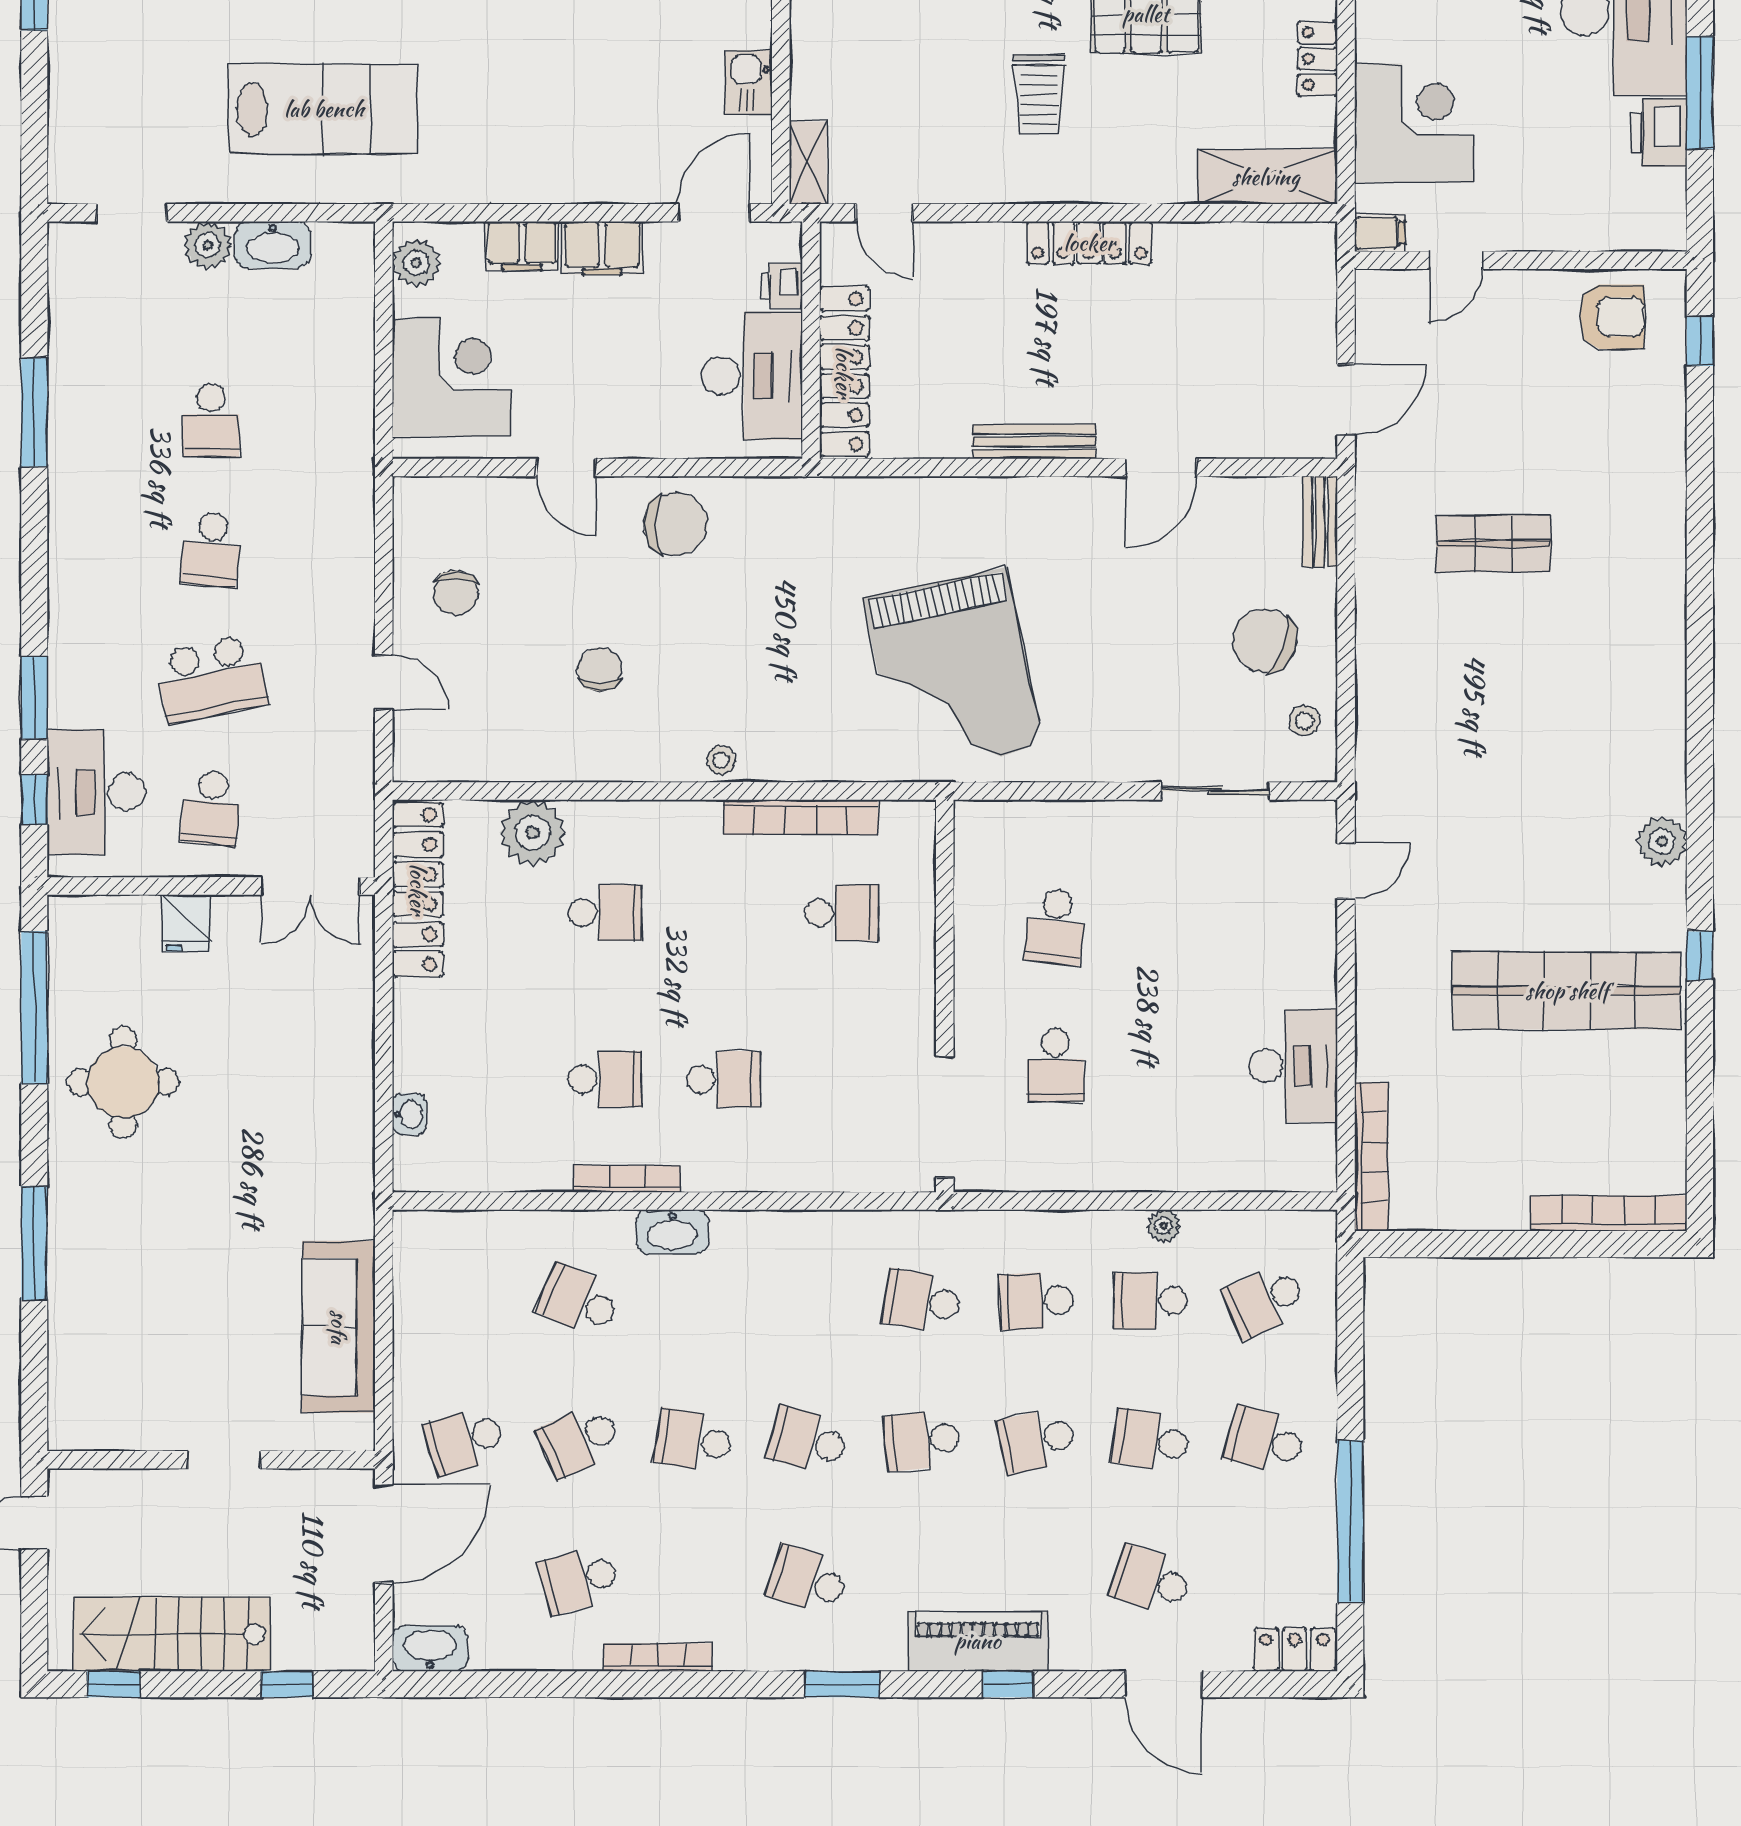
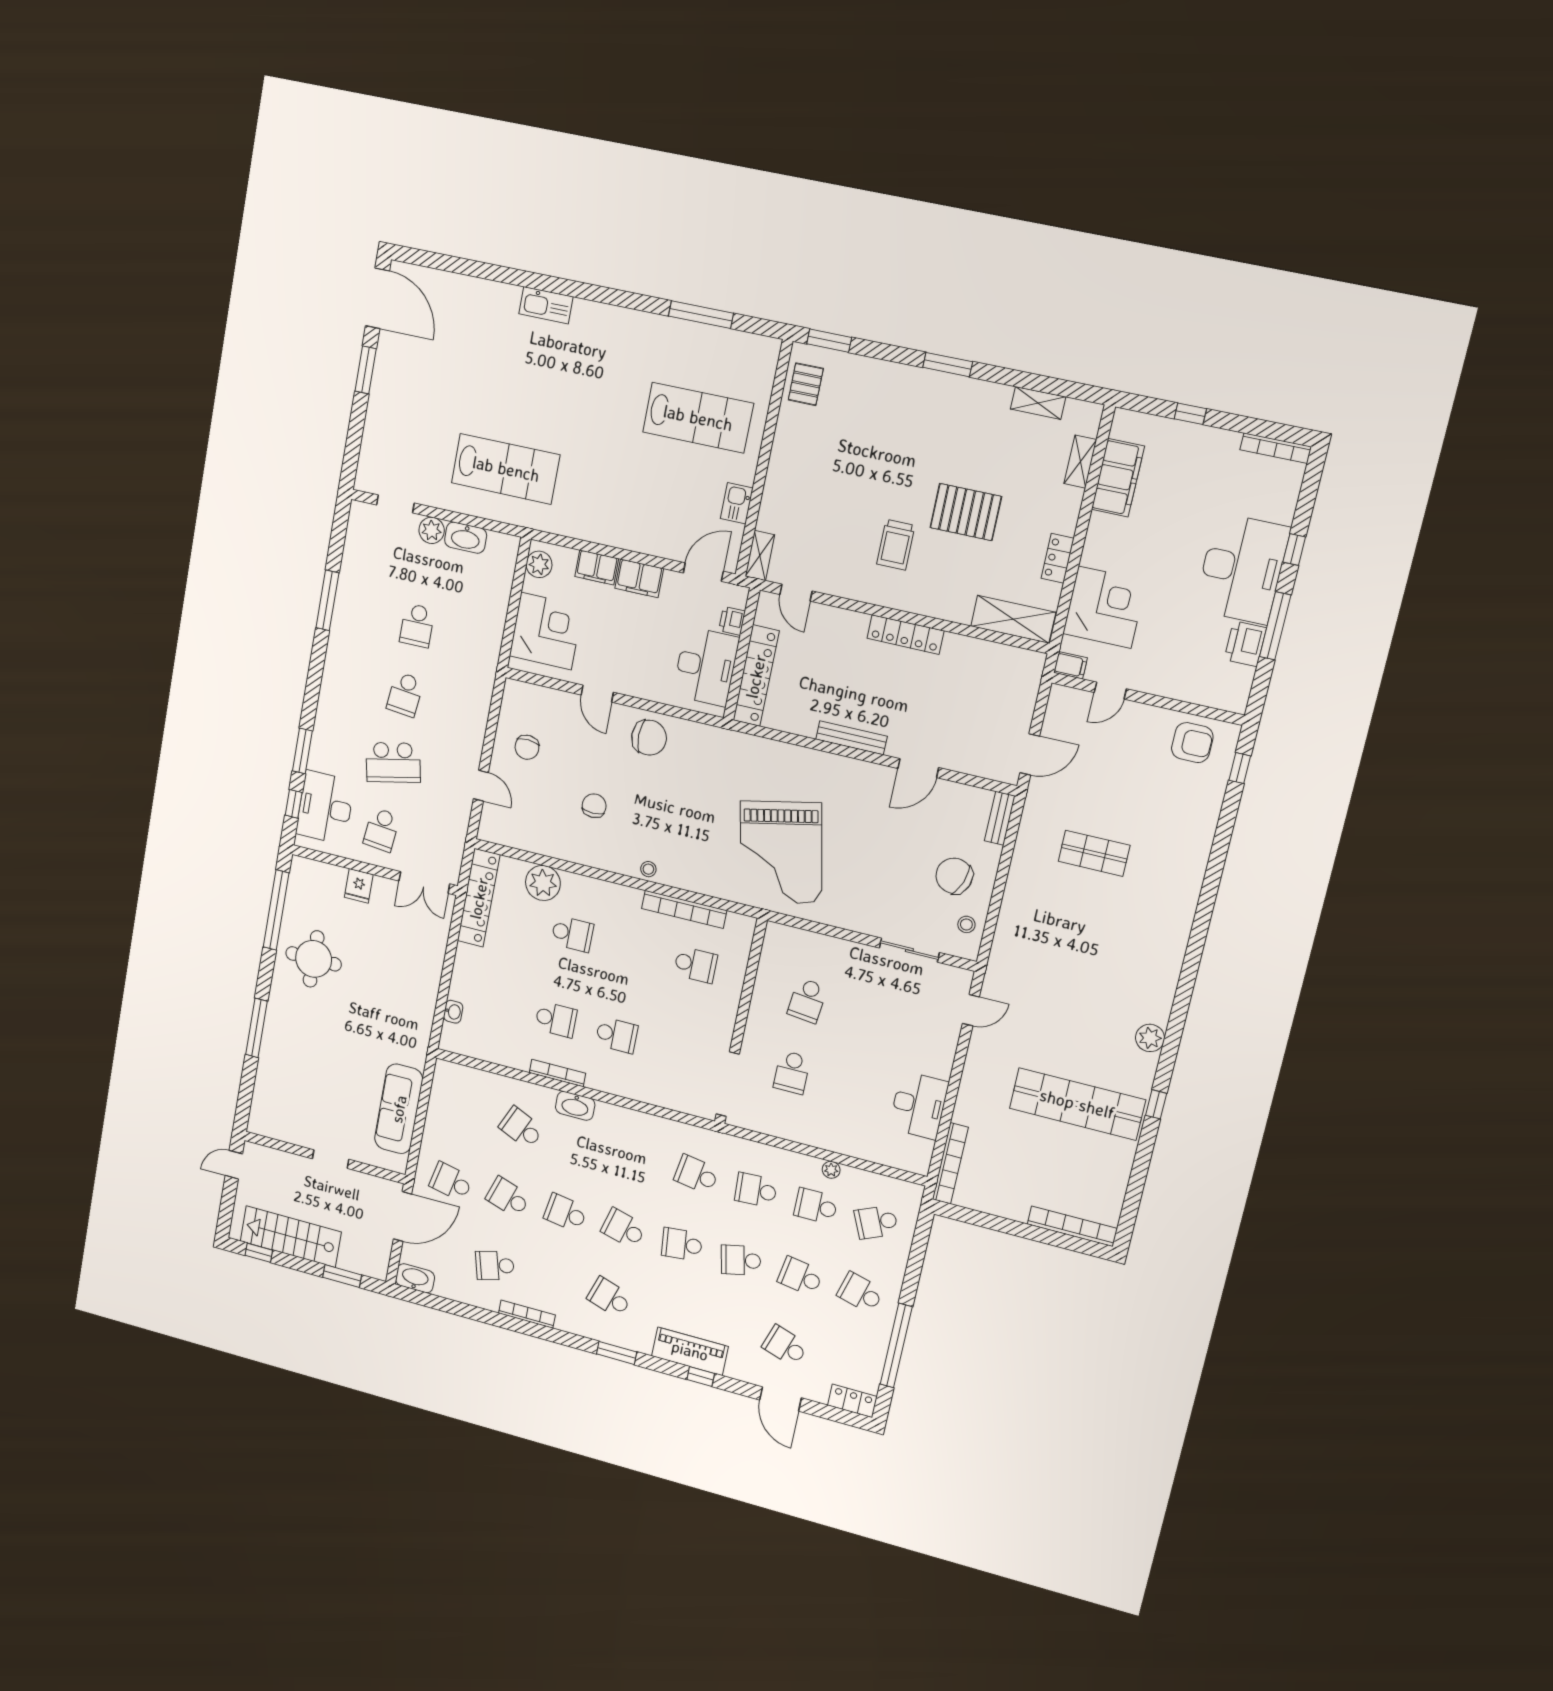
school desk: (465, 1440) -> (451, 1182), turned 30
school desk: (579, 1440) -> (508, 1197), turned 42
window: (287, 1684) -> (342, 1276), width x1.50

